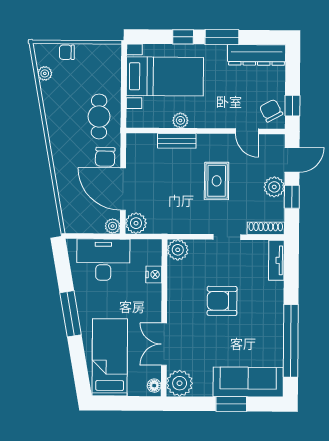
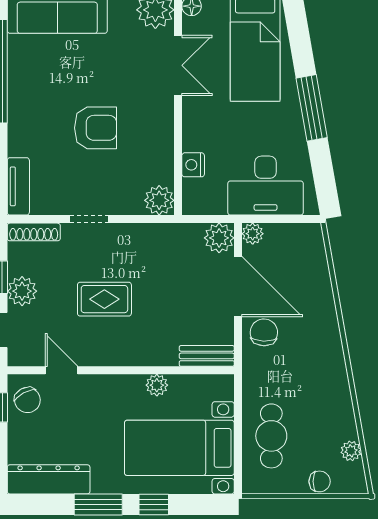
cafe table: (99, 116) -> (271, 436), moved
bench: (177, 141) -> (207, 356), moved
rug: (217, 181) -> (104, 299), turned 90

